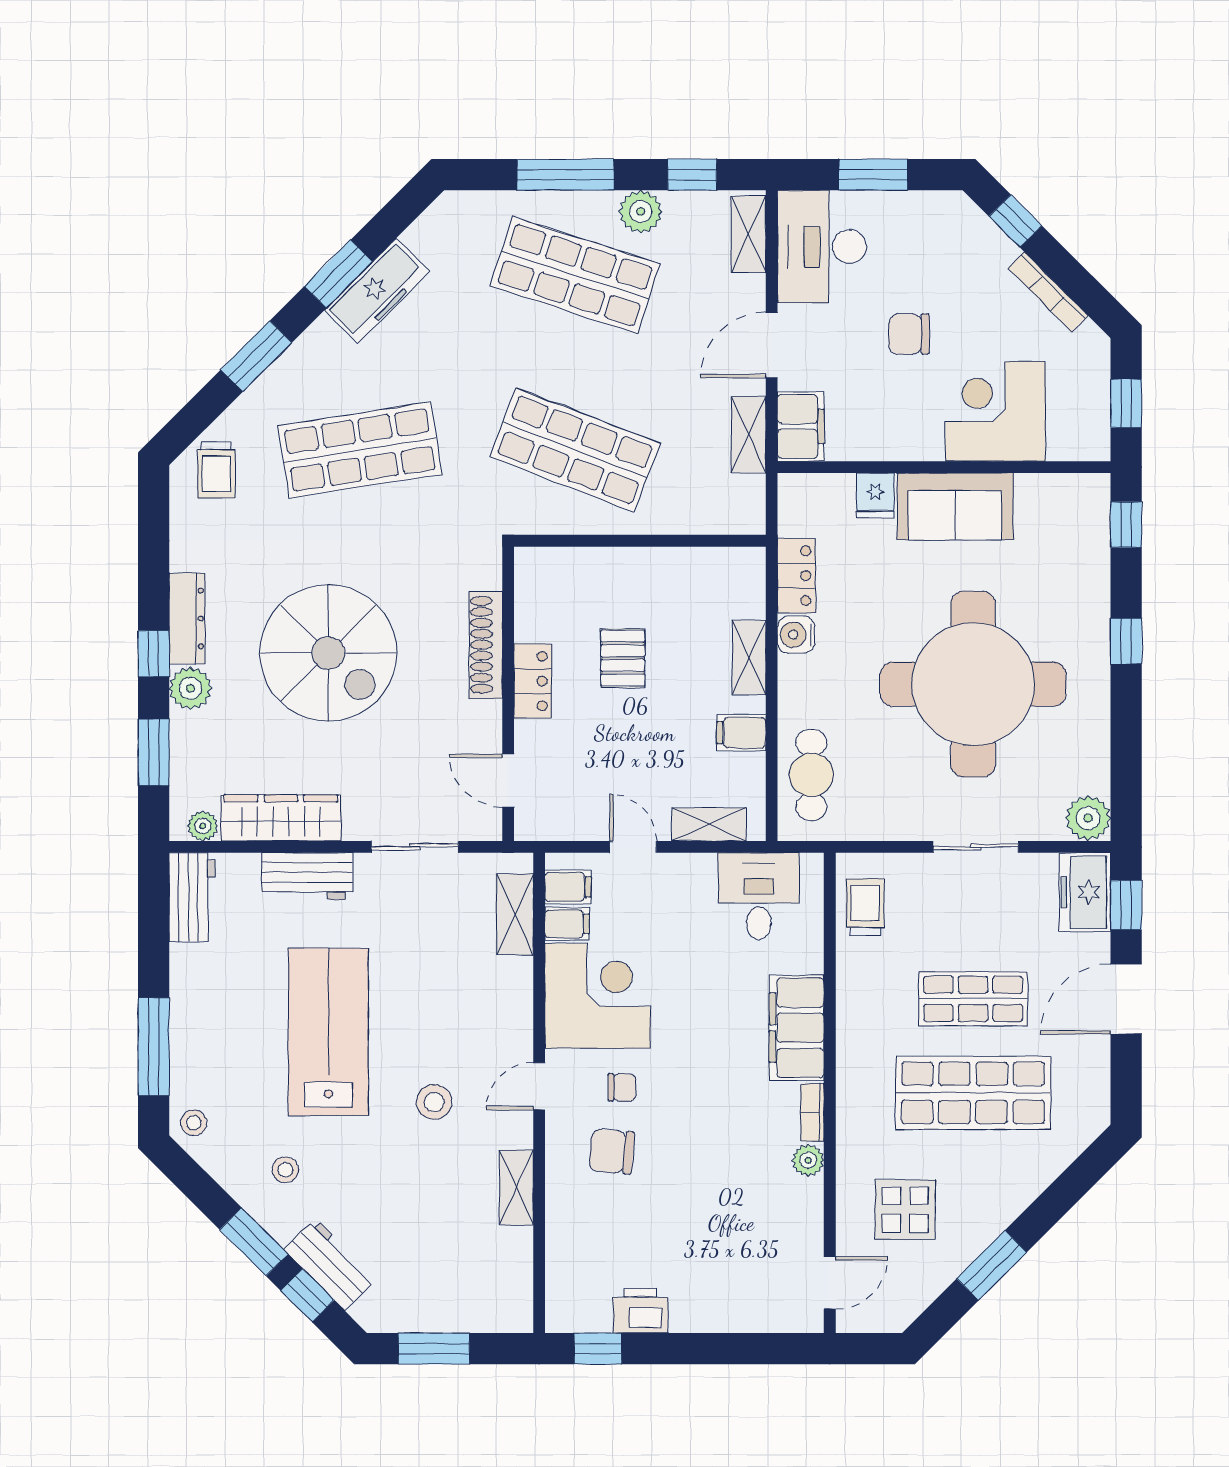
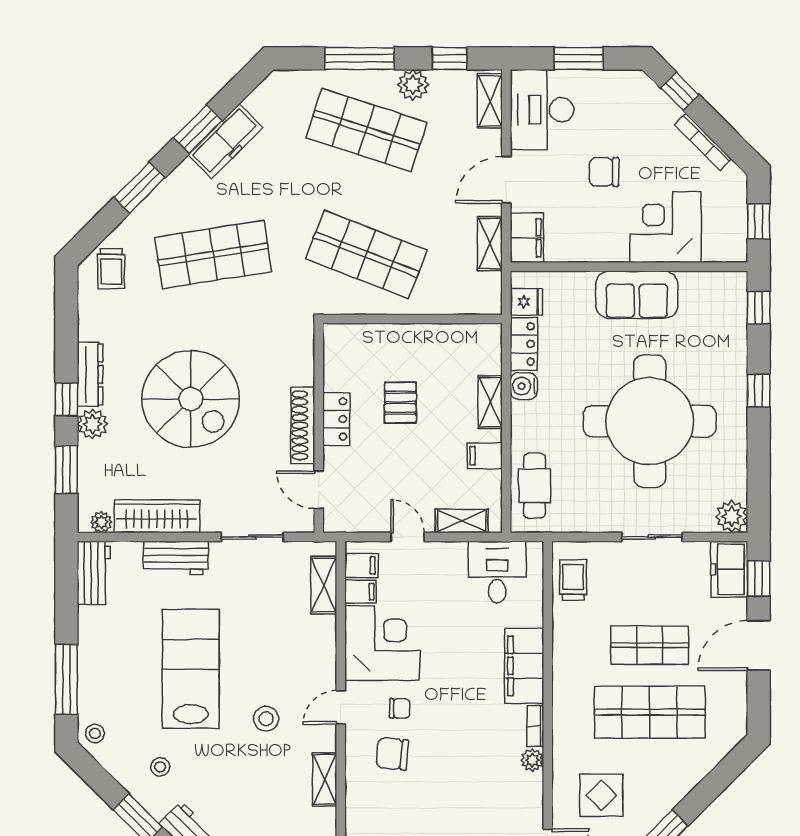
fridge: (875, 495) -> (526, 302), moved, turned -90
shoe rack: (486, 645) -> (303, 425), moved

